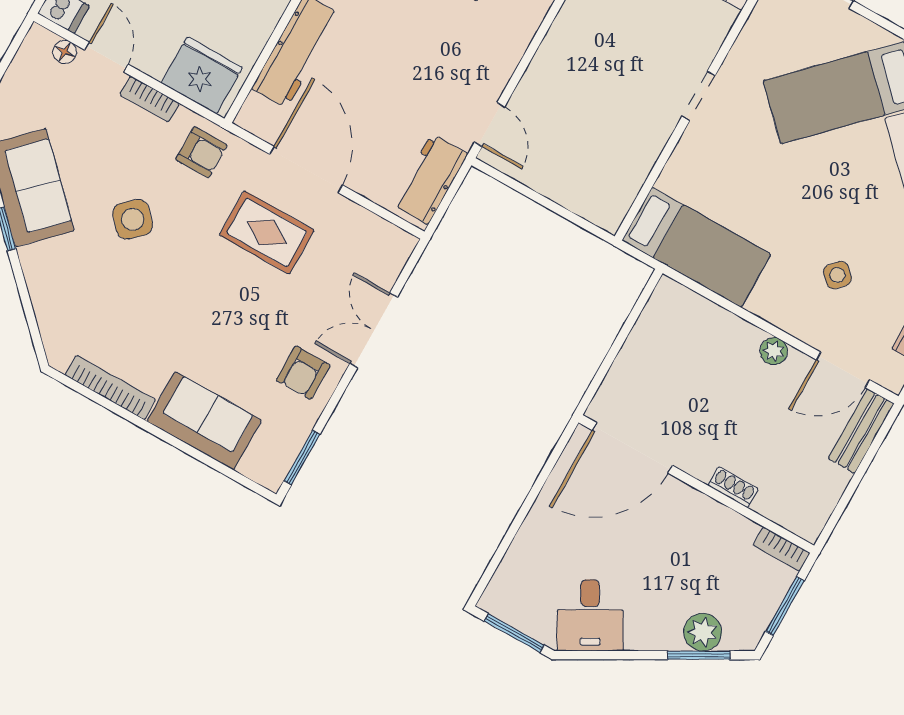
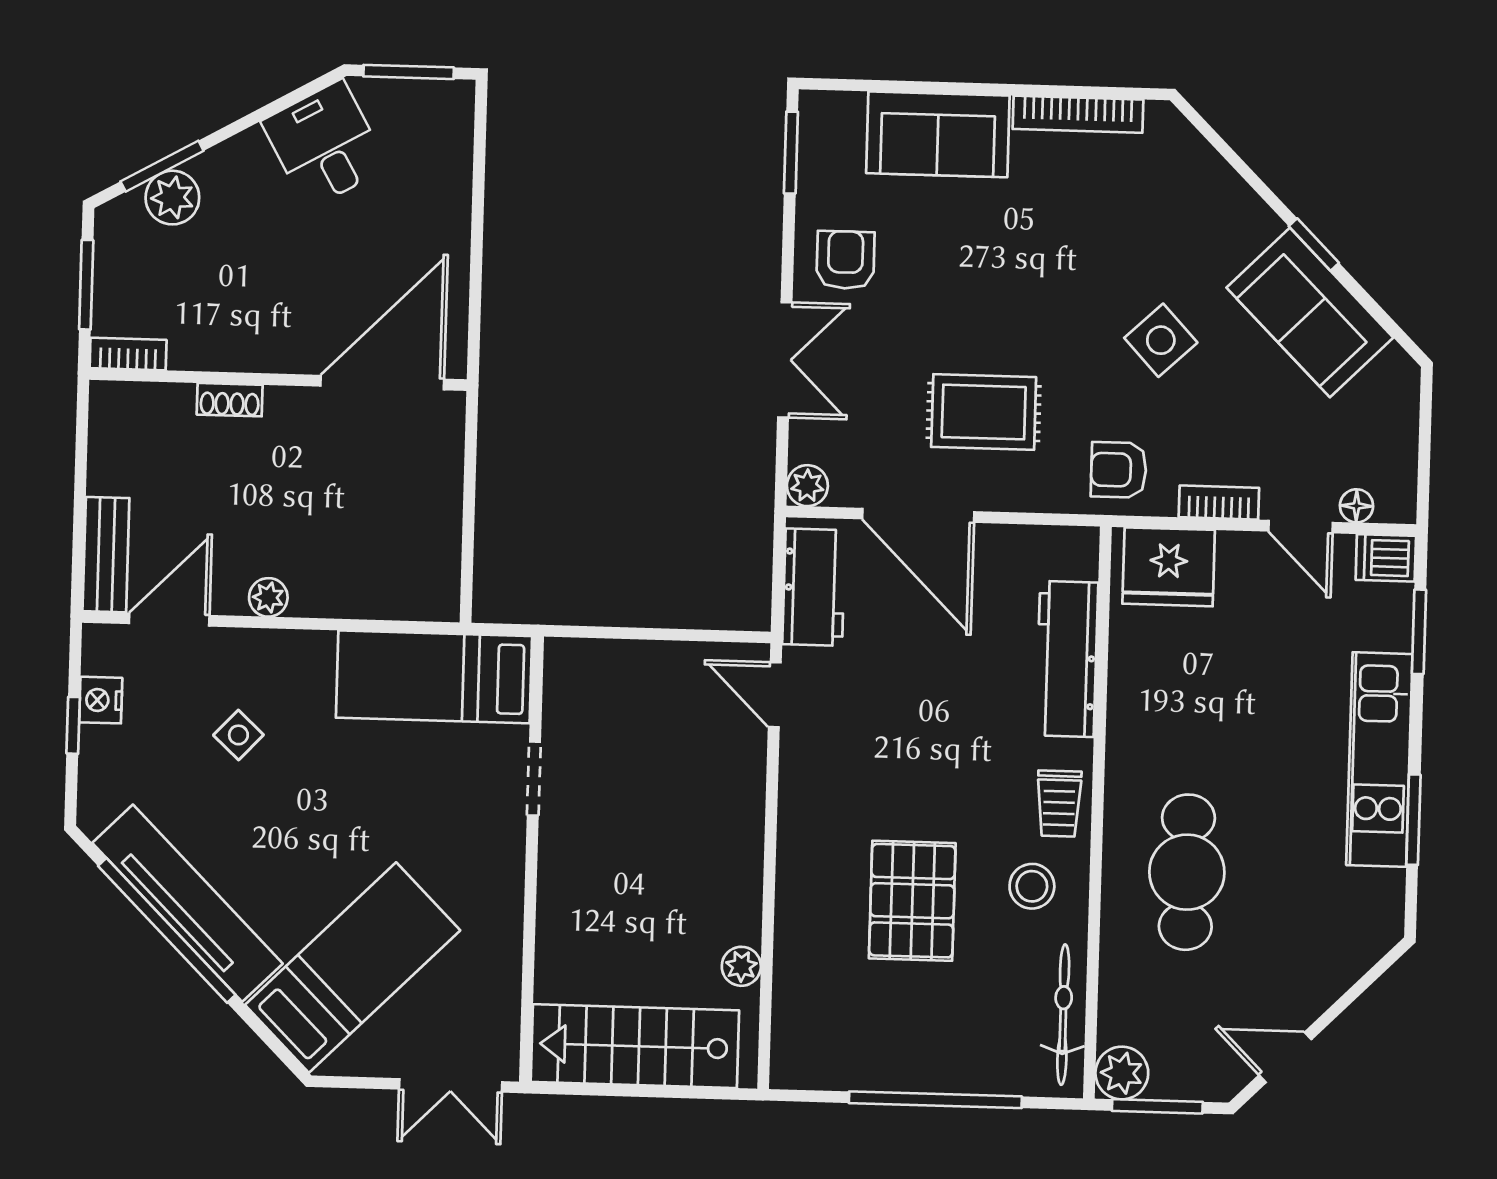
doorway: (699, 96) -> (534, 779), moved
door: (306, 170) -> (918, 515), moved
plant: (401, 244) -> (807, 486), added

